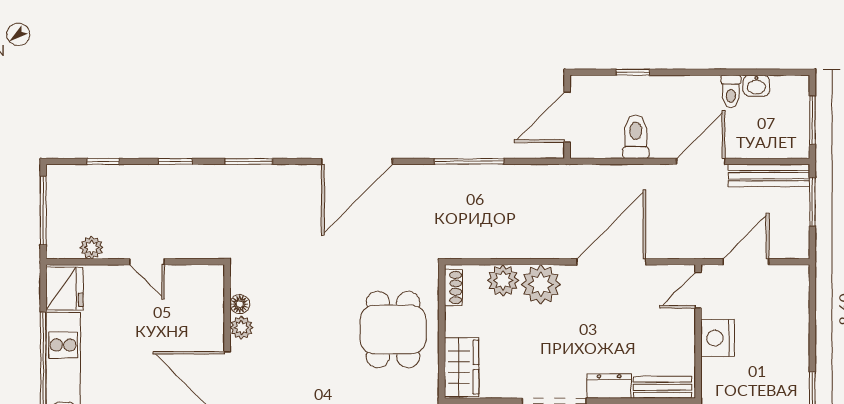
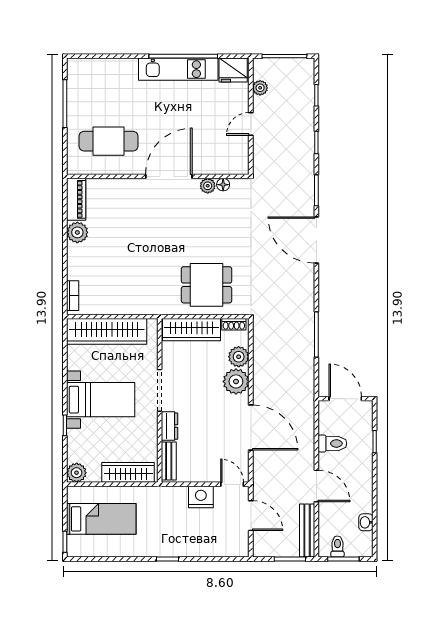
toilet: (731, 91) -> (337, 547), moved, turned 90
door: (357, 161) -> (316, 240), moved
wardrobe: (462, 367) -> (192, 330), width x1.50

